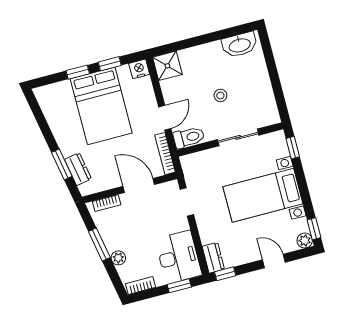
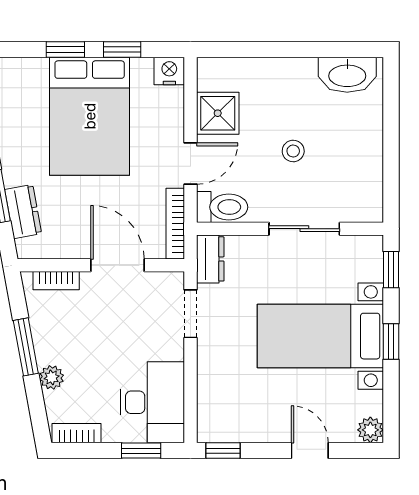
shower: (167, 66) -> (218, 113), moved
window: (314, 229) -> (391, 342), moved
dresser: (213, 258) -> (210, 259), moved

